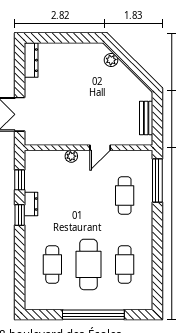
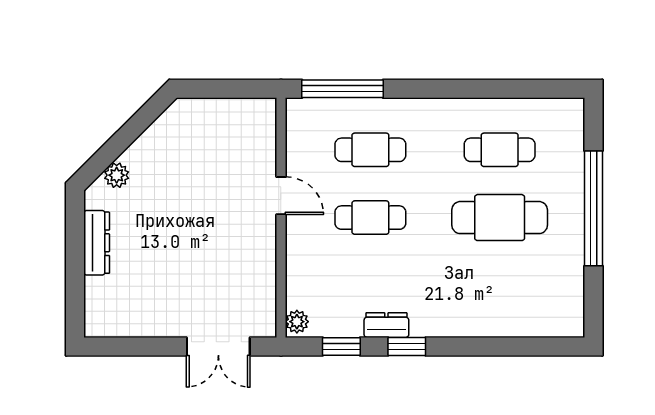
dresser: (31, 60) -> (97, 243), moved, turned 90
bench: (146, 118) -> (225, 110), removed
plant: (71, 156) -> (297, 322), moved
cafe table: (52, 264) -> (370, 218), moved

